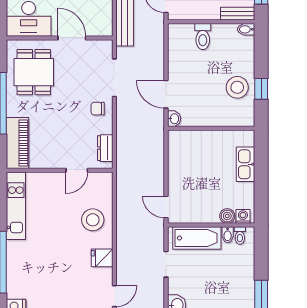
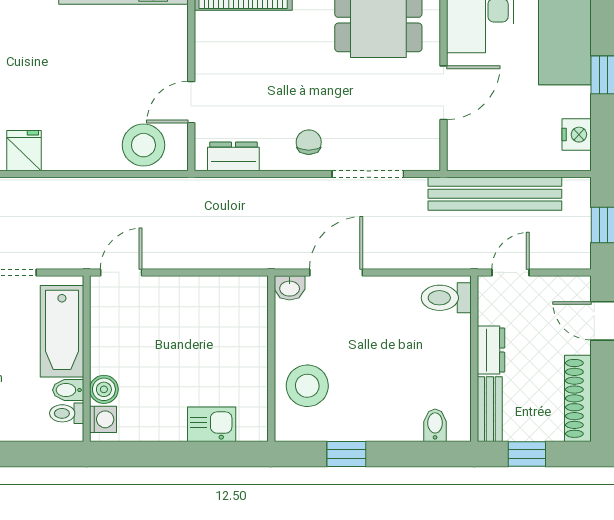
dresser: (207, 13) -> (491, 350), added
bidet: (246, 29) -> (435, 425), moved
toilet: (203, 37) -> (446, 298), moved
stool: (237, 87) -> (307, 386), moved
kitchen sink: (246, 164) -> (212, 424), width x0.73
door: (77, 170) -> (191, 102), hinge flipped
stool: (93, 220) -> (143, 145), moved

